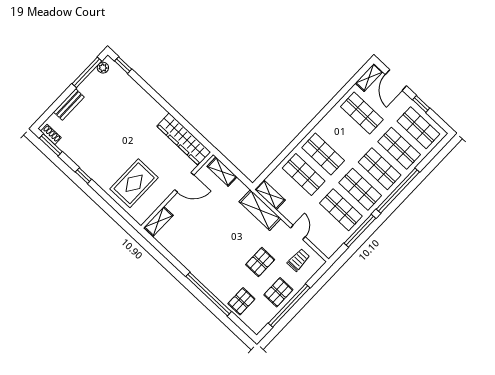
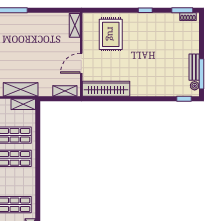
bench: (69, 105) -> (194, 67), moved

